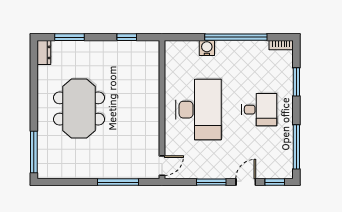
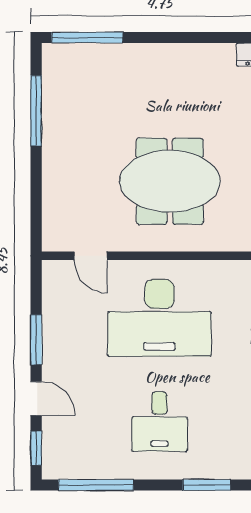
meeting table: (79, 109) -> (170, 181), moved
door: (162, 166) -> (91, 256), moved
window: (118, 182) -> (36, 111), moved

